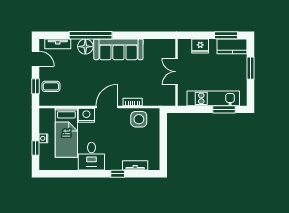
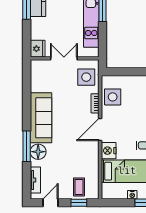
window: (91, 35) -> (27, 146), width x0.68
fridge: (200, 46) -> (38, 49), moved
double door: (176, 72) -> (64, 58), swing flipped
side table: (158, 93) -> (86, 77), added
door: (107, 107) -> (100, 130), hinge flipped

